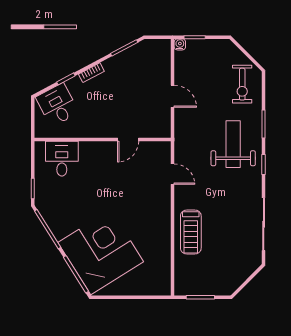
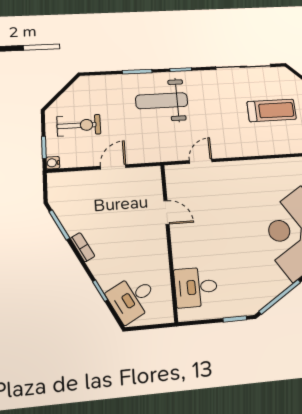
bookcase: (91, 73) -> (82, 247), moved
exercise bike: (242, 84) -> (79, 125), moved
treadmill: (191, 232) -> (272, 110), moved

